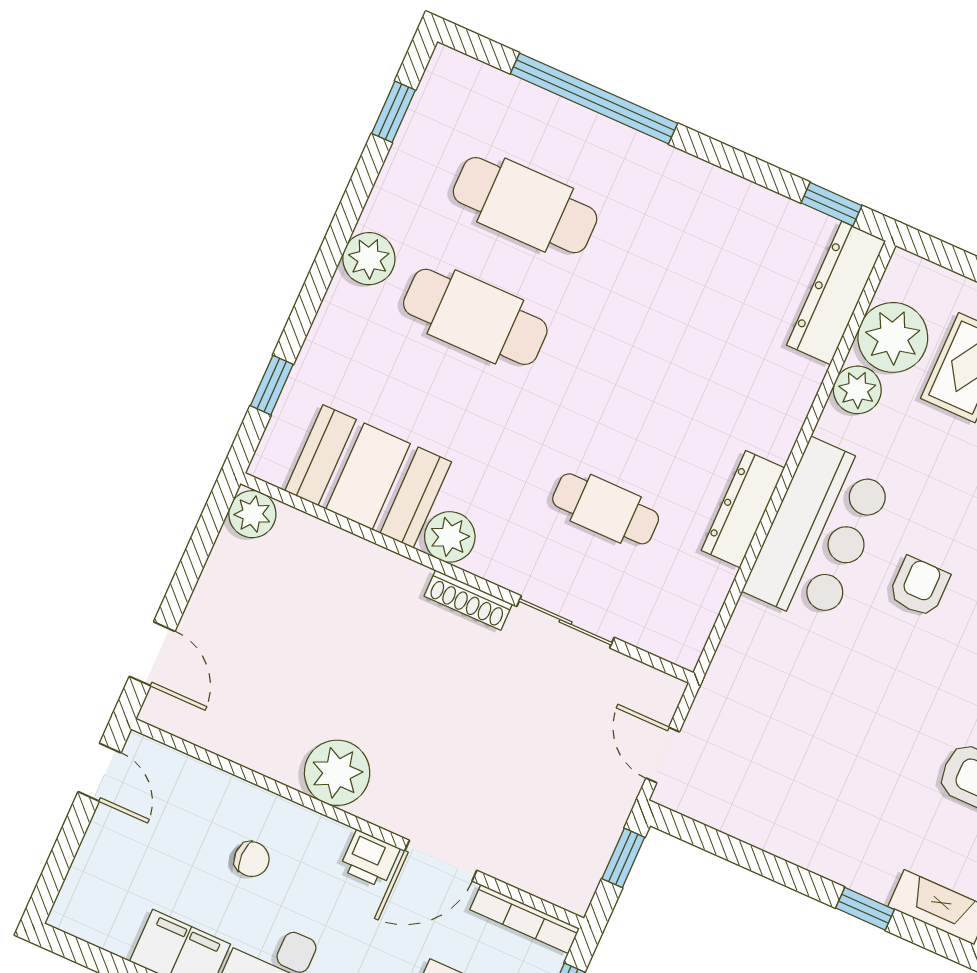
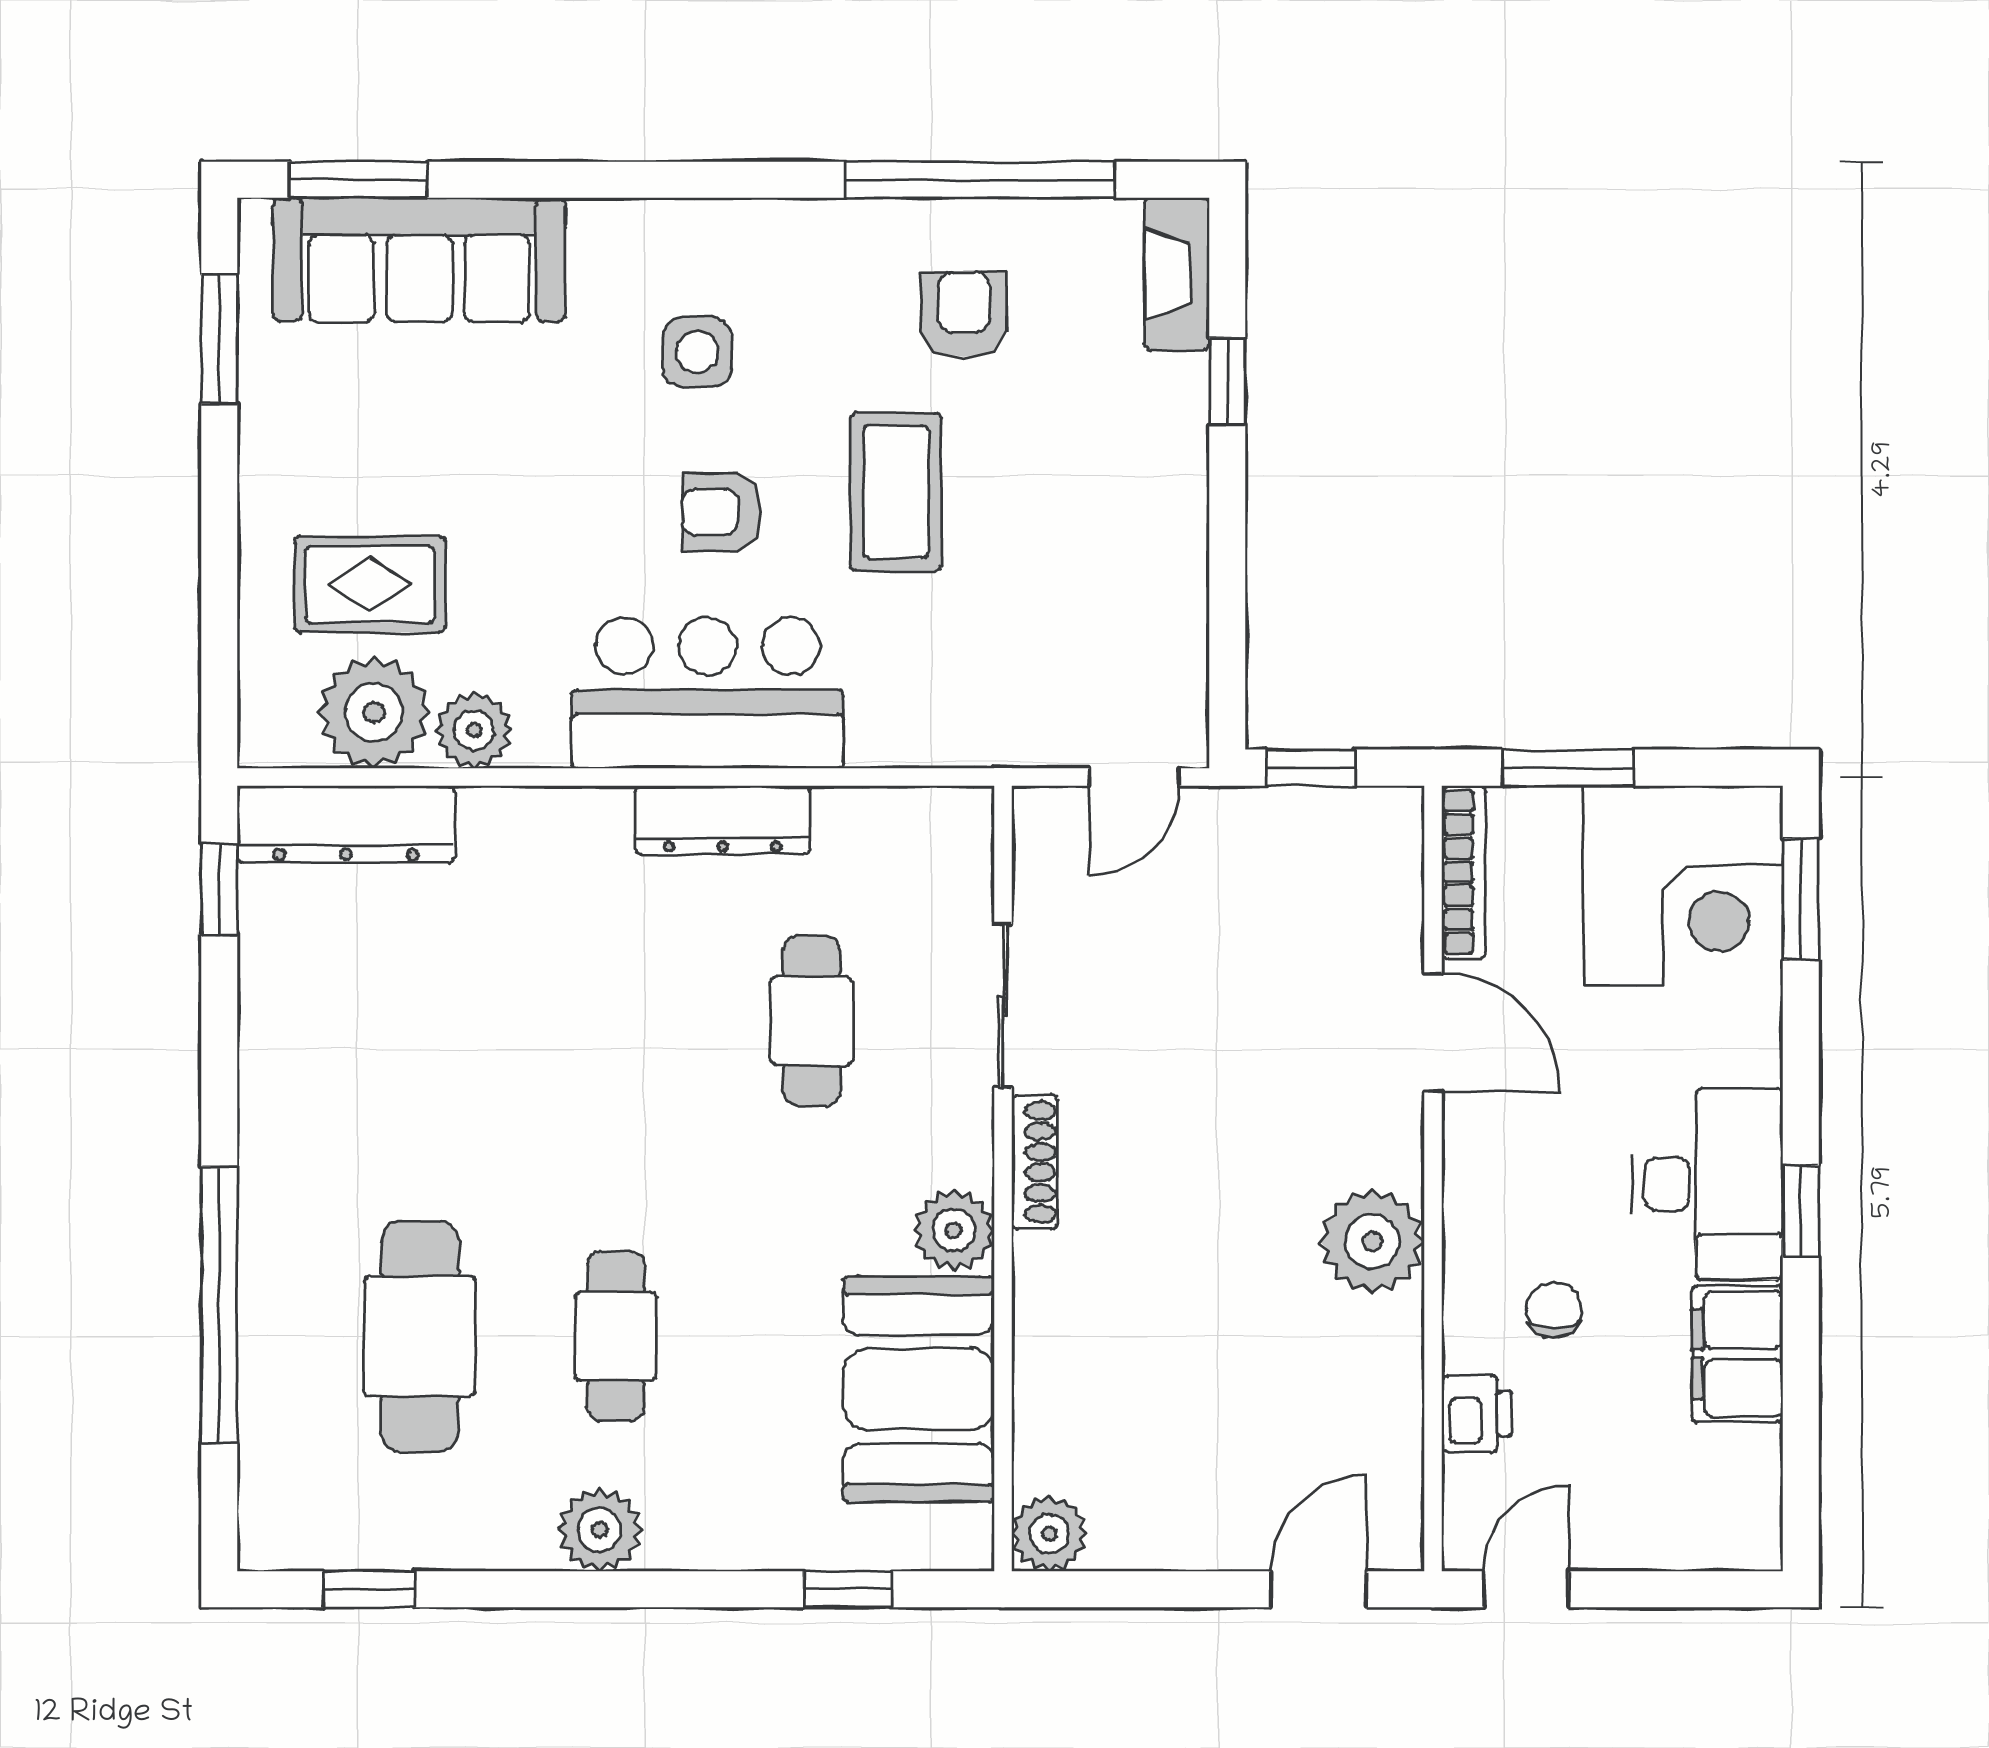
cafe table: (475, 317) -> (616, 1336), width x0.73, depth x0.74
coffee table: (886, 691) -> (896, 492), added
printer: (370, 859) -> (1477, 1414), moved

